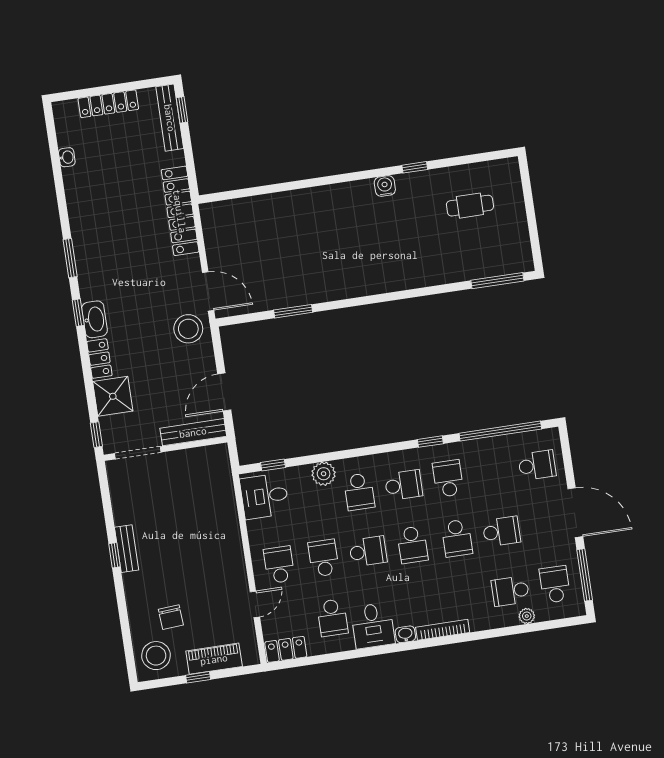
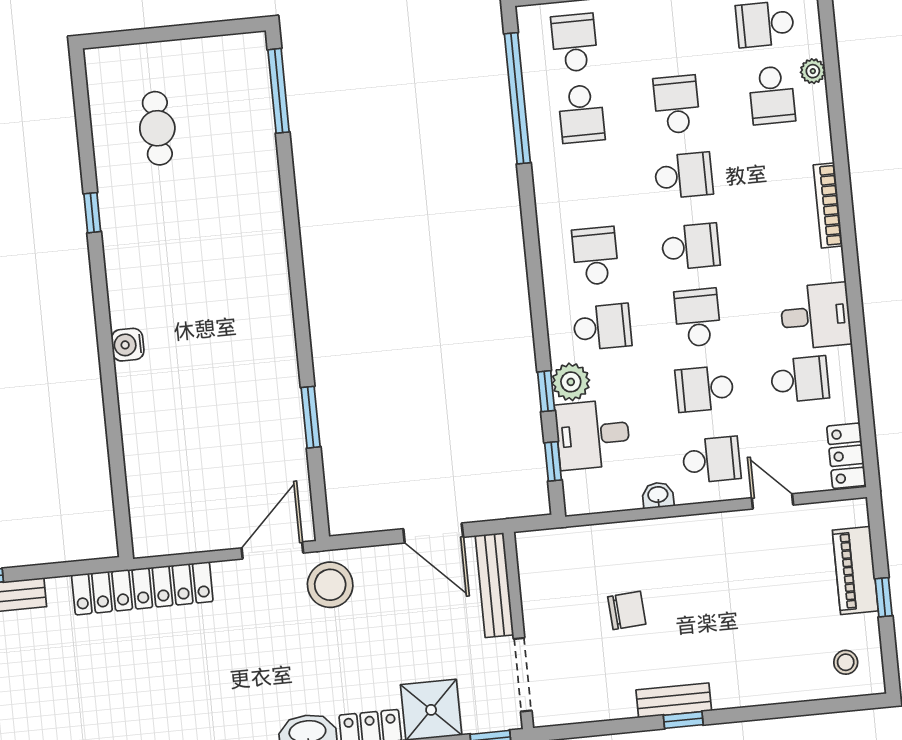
water cooler: (385, 186) -> (128, 345), moved
window: (430, 442) -> (546, 391), moved
school desk: (448, 478) -> (581, 114), moved, turned -90
desk: (264, 496) -> (593, 435), moved, turned 90
school desk: (279, 565) -> (711, 460), turned 180
chair: (171, 617) -> (627, 610), moved
washbasin: (405, 634) -> (658, 495), moved, turned 90
stool: (156, 656) -> (846, 662), width x0.53, depth x0.53

